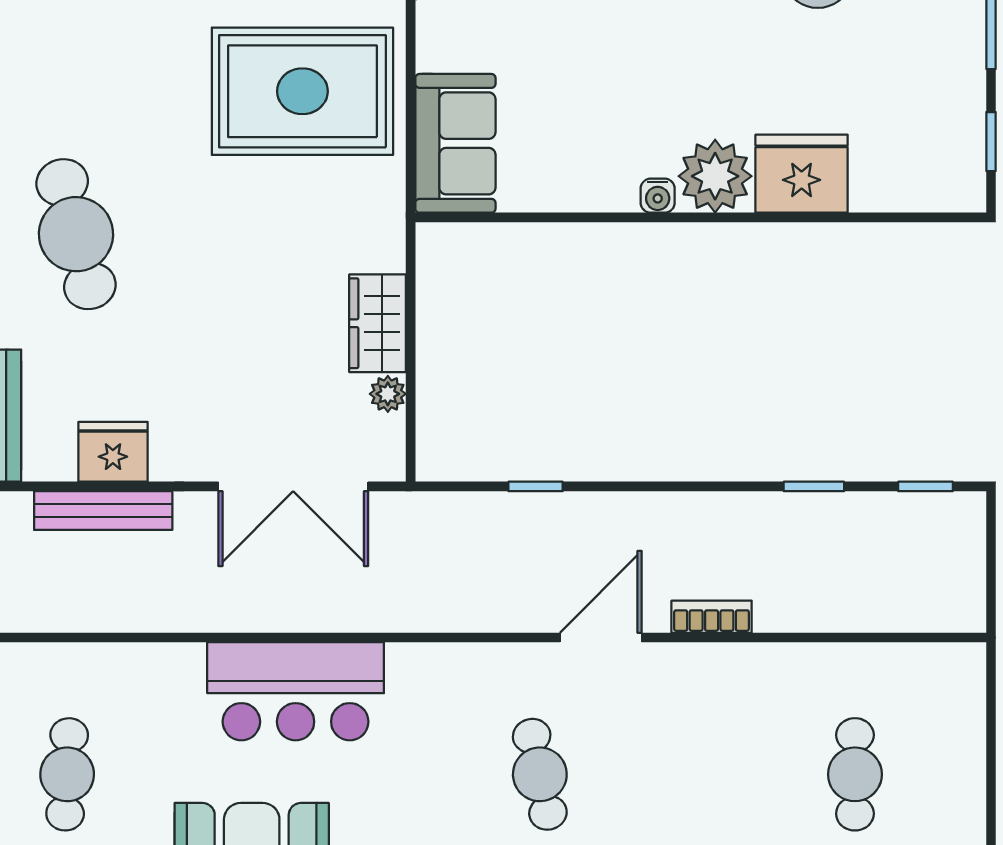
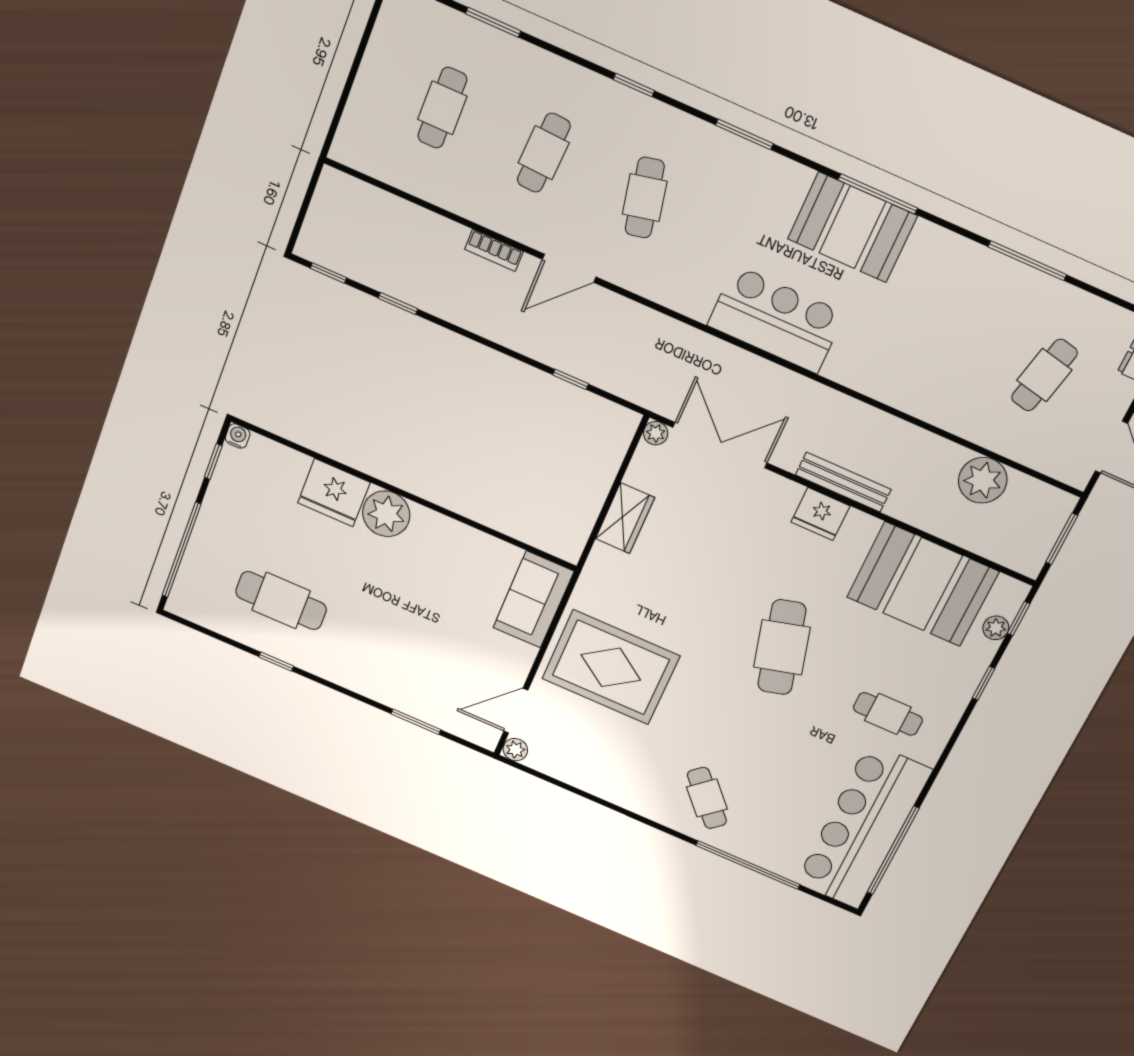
water cooler: (658, 196) -> (238, 436), moved
plant: (388, 394) -> (656, 433), moved
cafe table: (67, 774) -> (544, 153), moved

